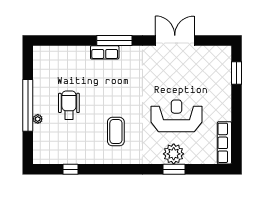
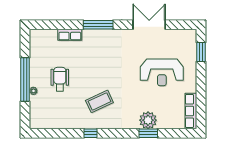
row of seats: (105, 52) -> (70, 35), moved
reception desk: (176, 116) -> (162, 72), moved, turned 180
coffee table: (116, 132) -> (99, 101), turned 65
window: (71, 169) -> (91, 133), moved

